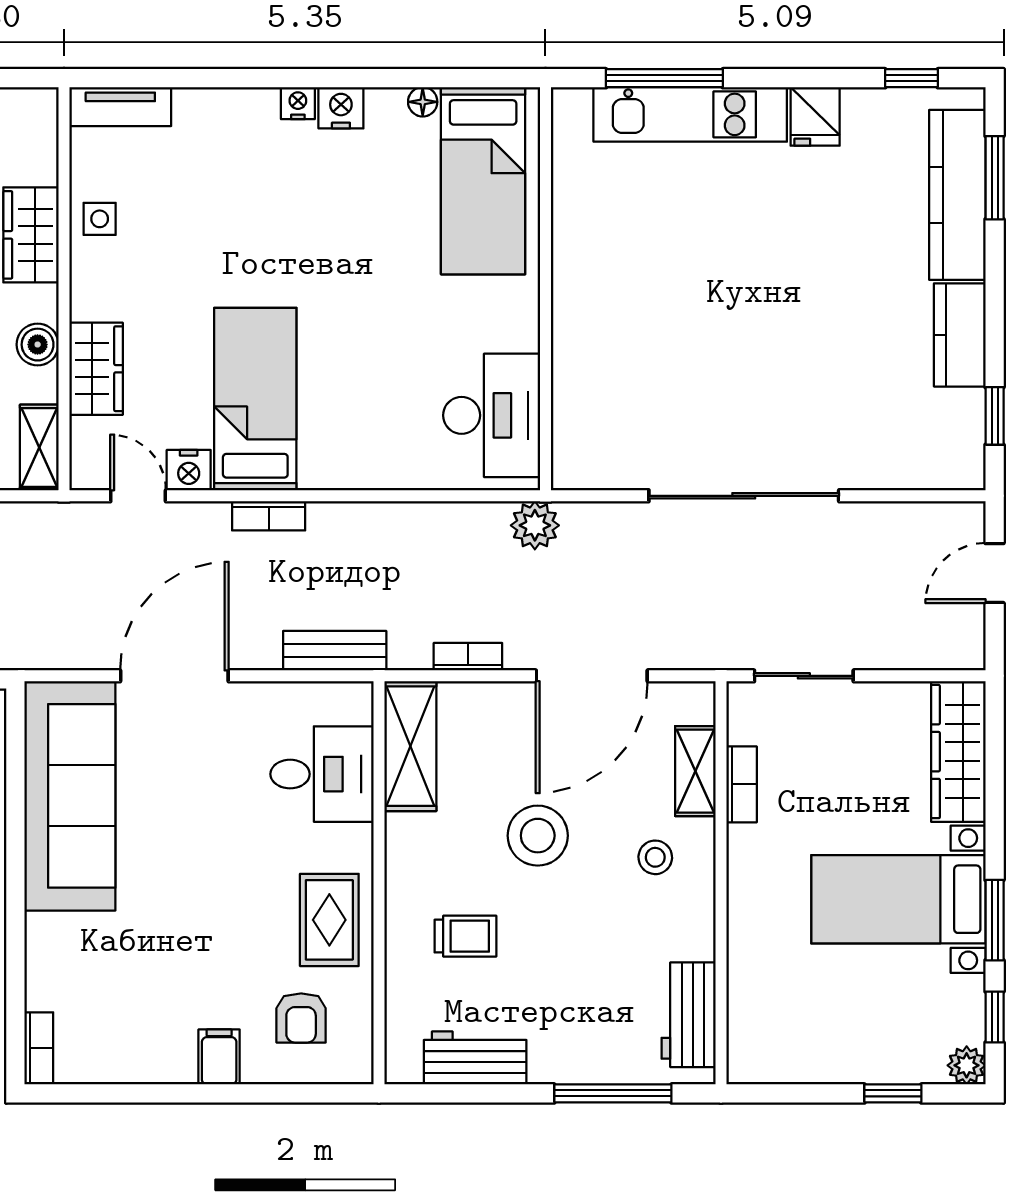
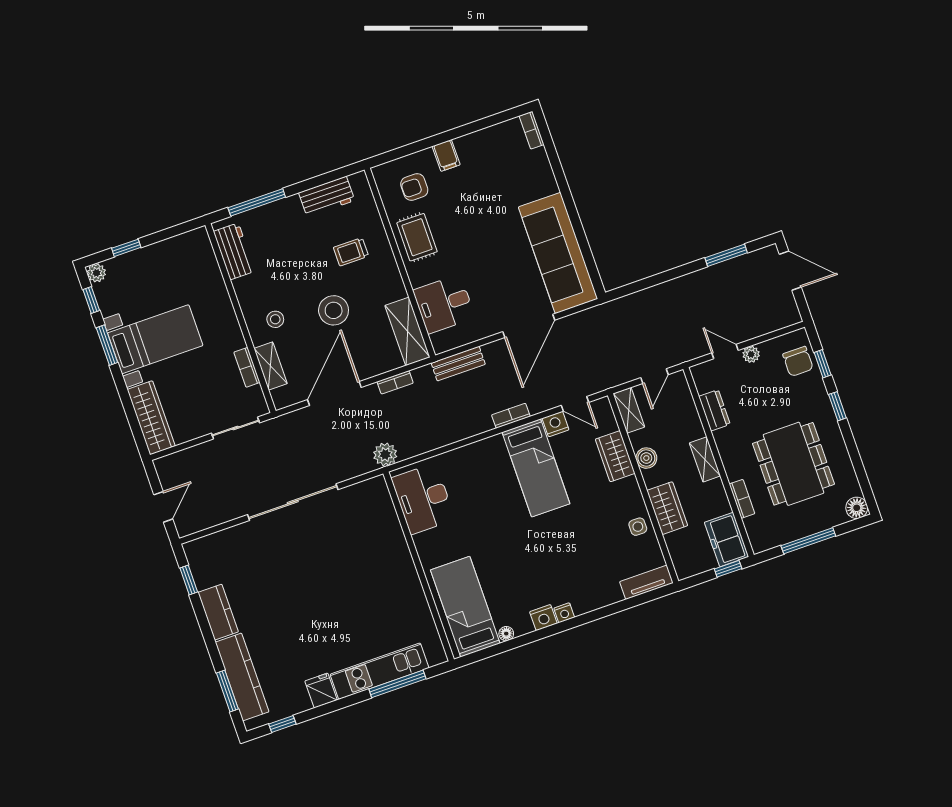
armchair: (301, 1018) -> (414, 187), turned -90

